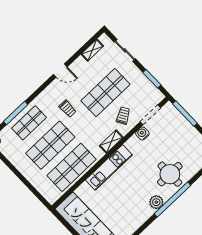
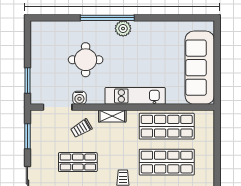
shop shelf: (105, 93) -> (78, 162), width x0.70, depth x0.74
window: (185, 113) -> (28, 80), width x0.69
round table: (170, 174) -> (86, 60), moved

